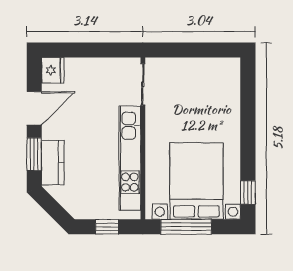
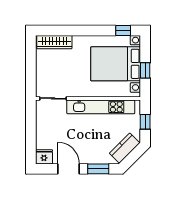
wardrobe: (230, 86) -> (54, 42), added
kitchen counter: (53, 163) -> (125, 148), moved, turned -45
window: (186, 227) -> (145, 70), width x0.46

